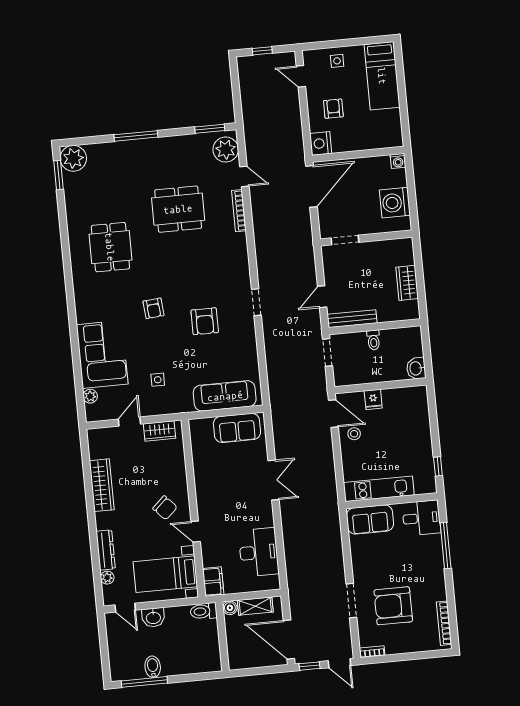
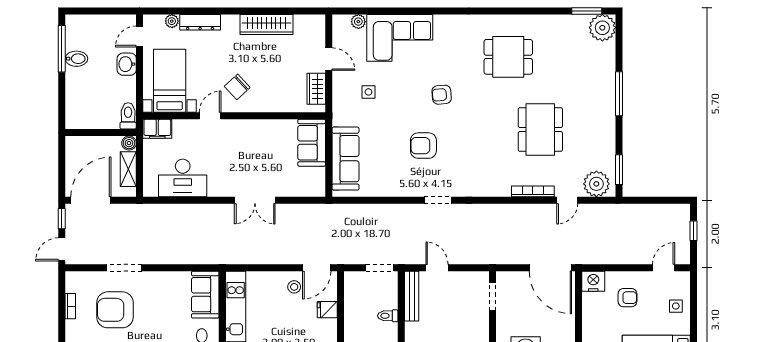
sofa: (237, 428) -> (312, 143), moved
armchair: (393, 606) -> (115, 310), turned -90
bookcase: (372, 652) -> (70, 306), moved

